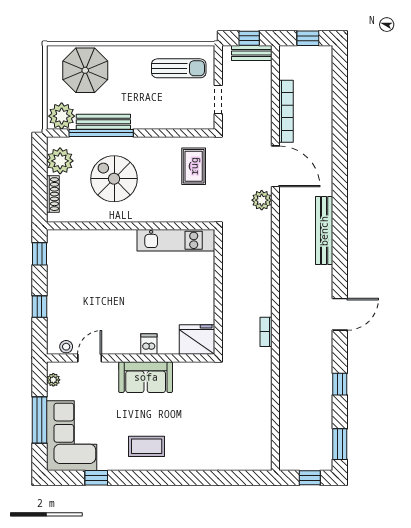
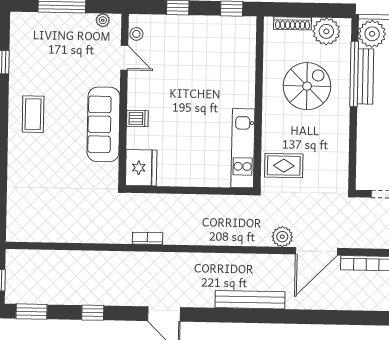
rug: (194, 166) -> (284, 166), moved
sofa: (146, 377) -> (104, 124), width x1.36
corner sofa: (72, 436) -> (45, 38), removed

